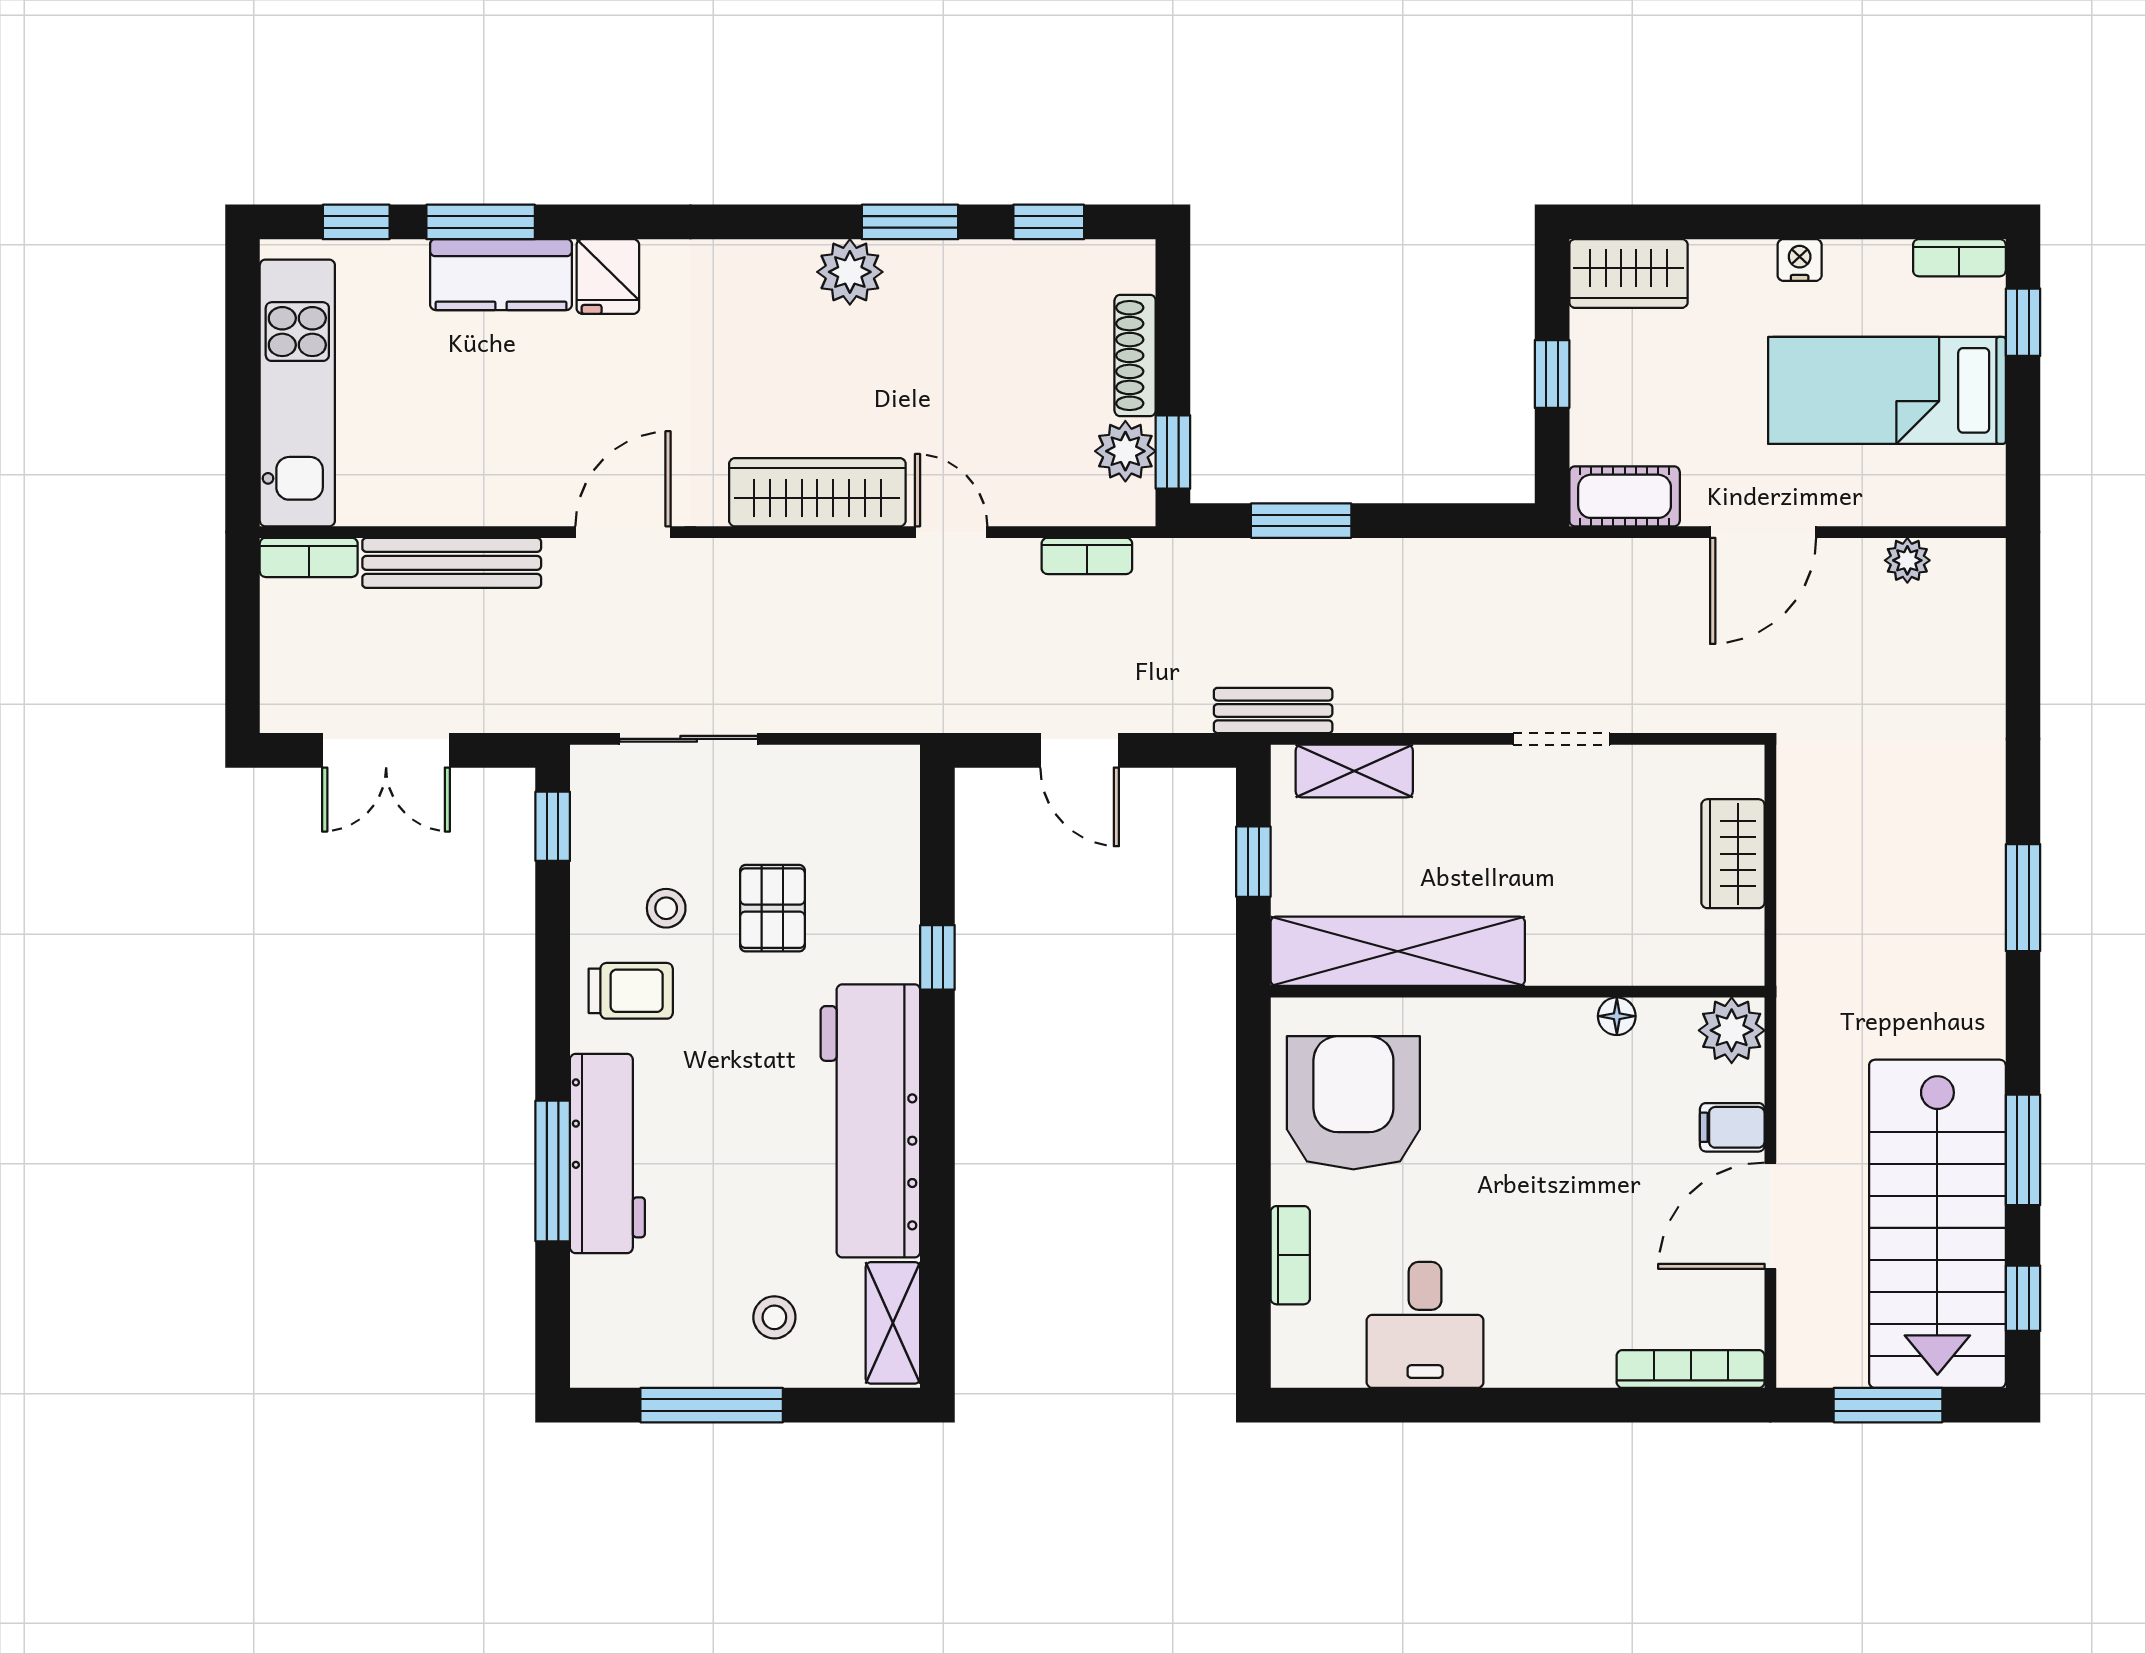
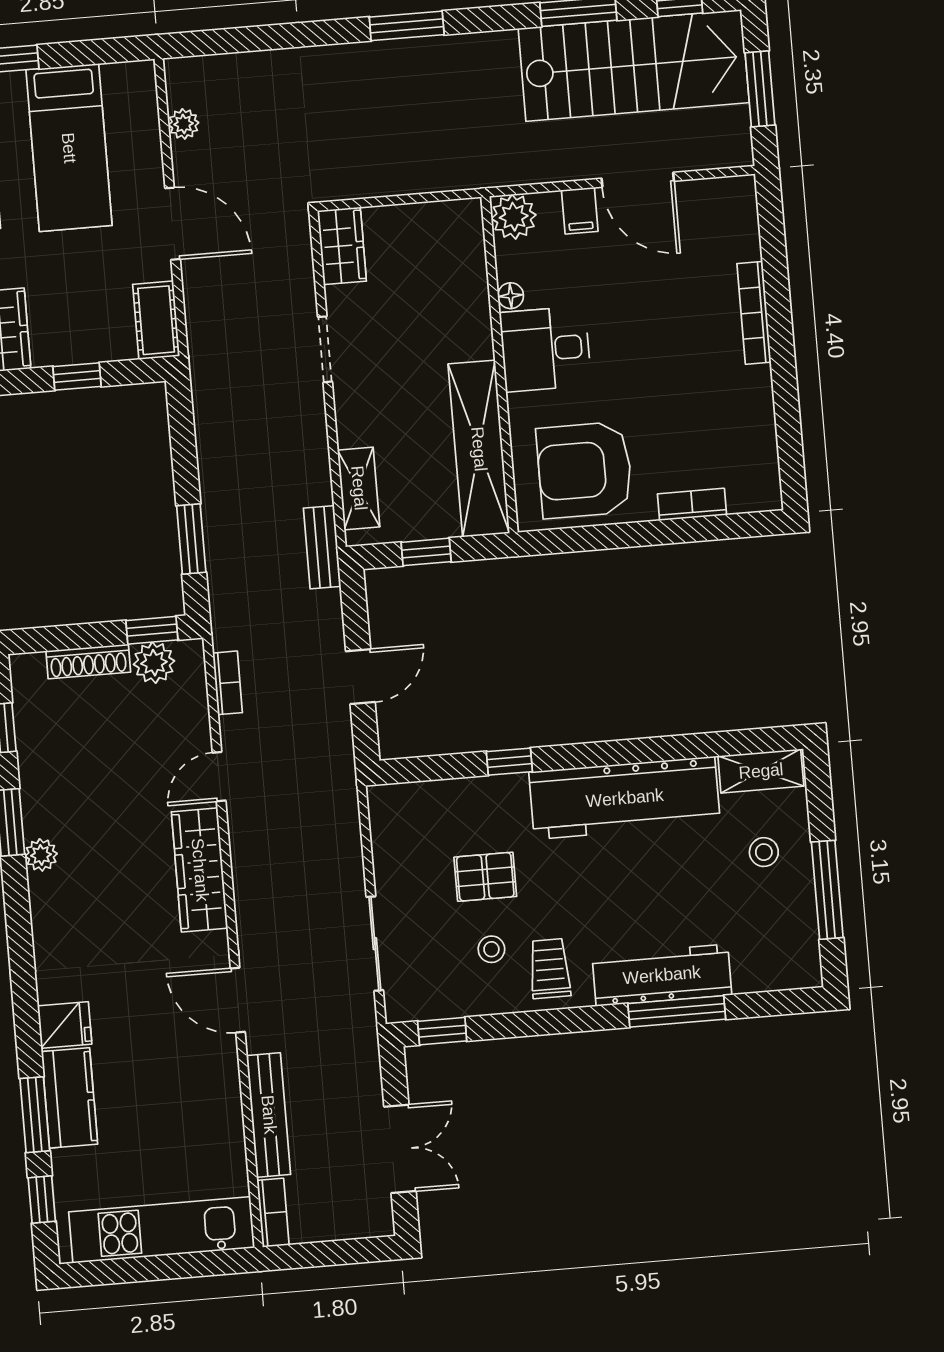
plant: (850, 272) -> (41, 855), width x0.73, depth x0.73
wardrobe: (1733, 854) -> (342, 246), moved, turned -90
desk: (1425, 1325) -> (545, 349), moved, turned 180
bookcase: (1691, 1369) -> (754, 313), moved

